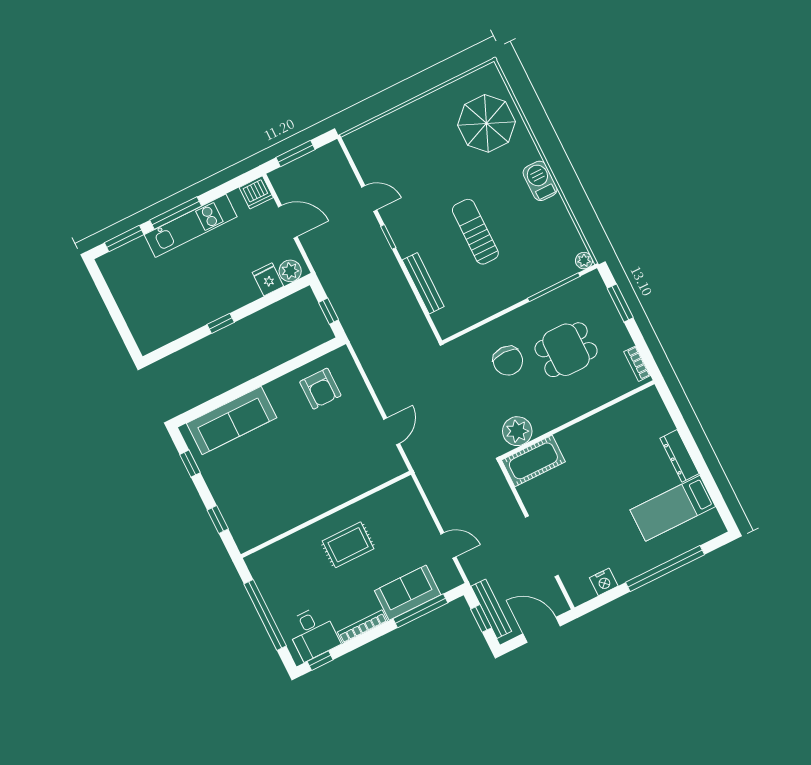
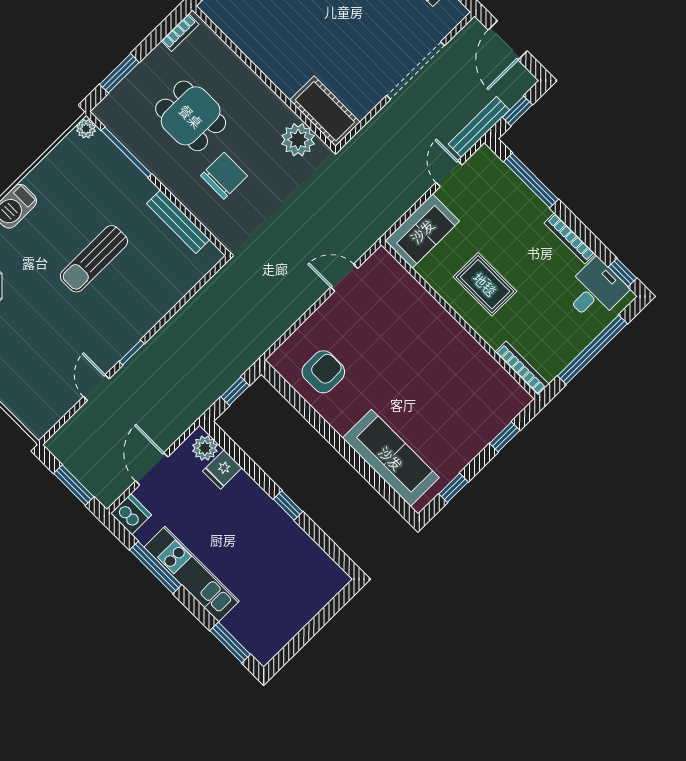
window: (176, 213) -> (156, 567), moved
bench: (423, 283) -> (178, 222), moved, turned 90
bookcase: (269, 552) -> (522, 368), added
sofa: (408, 593) -> (422, 231), moved, turned -90
bench: (491, 609) -> (479, 127), moved

